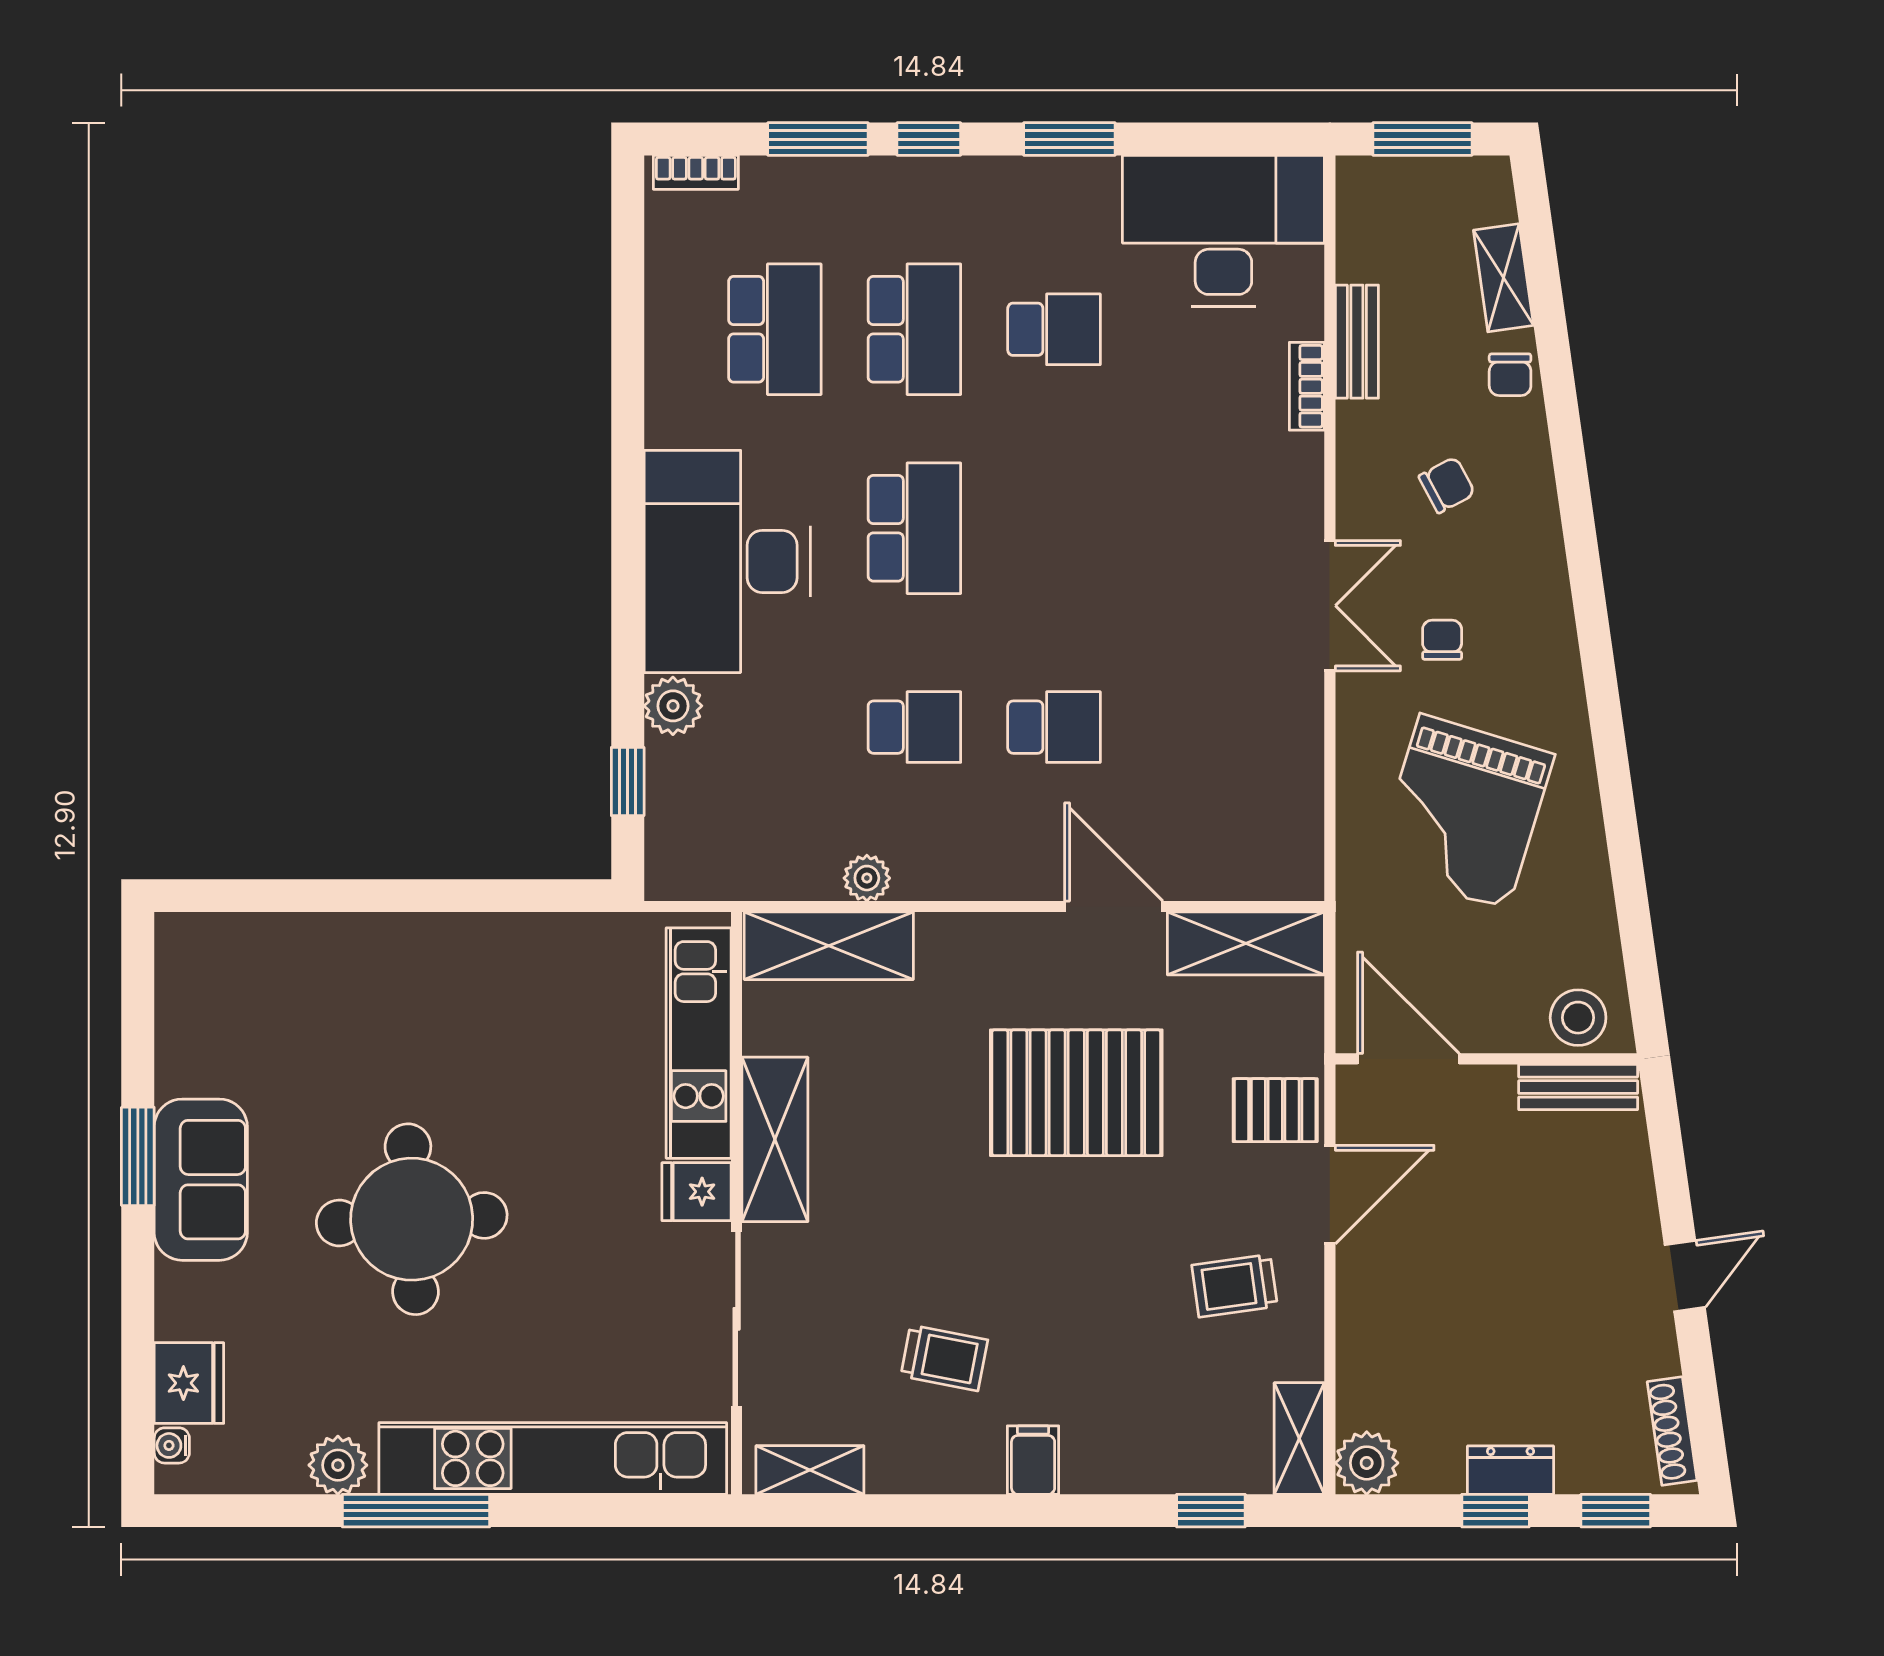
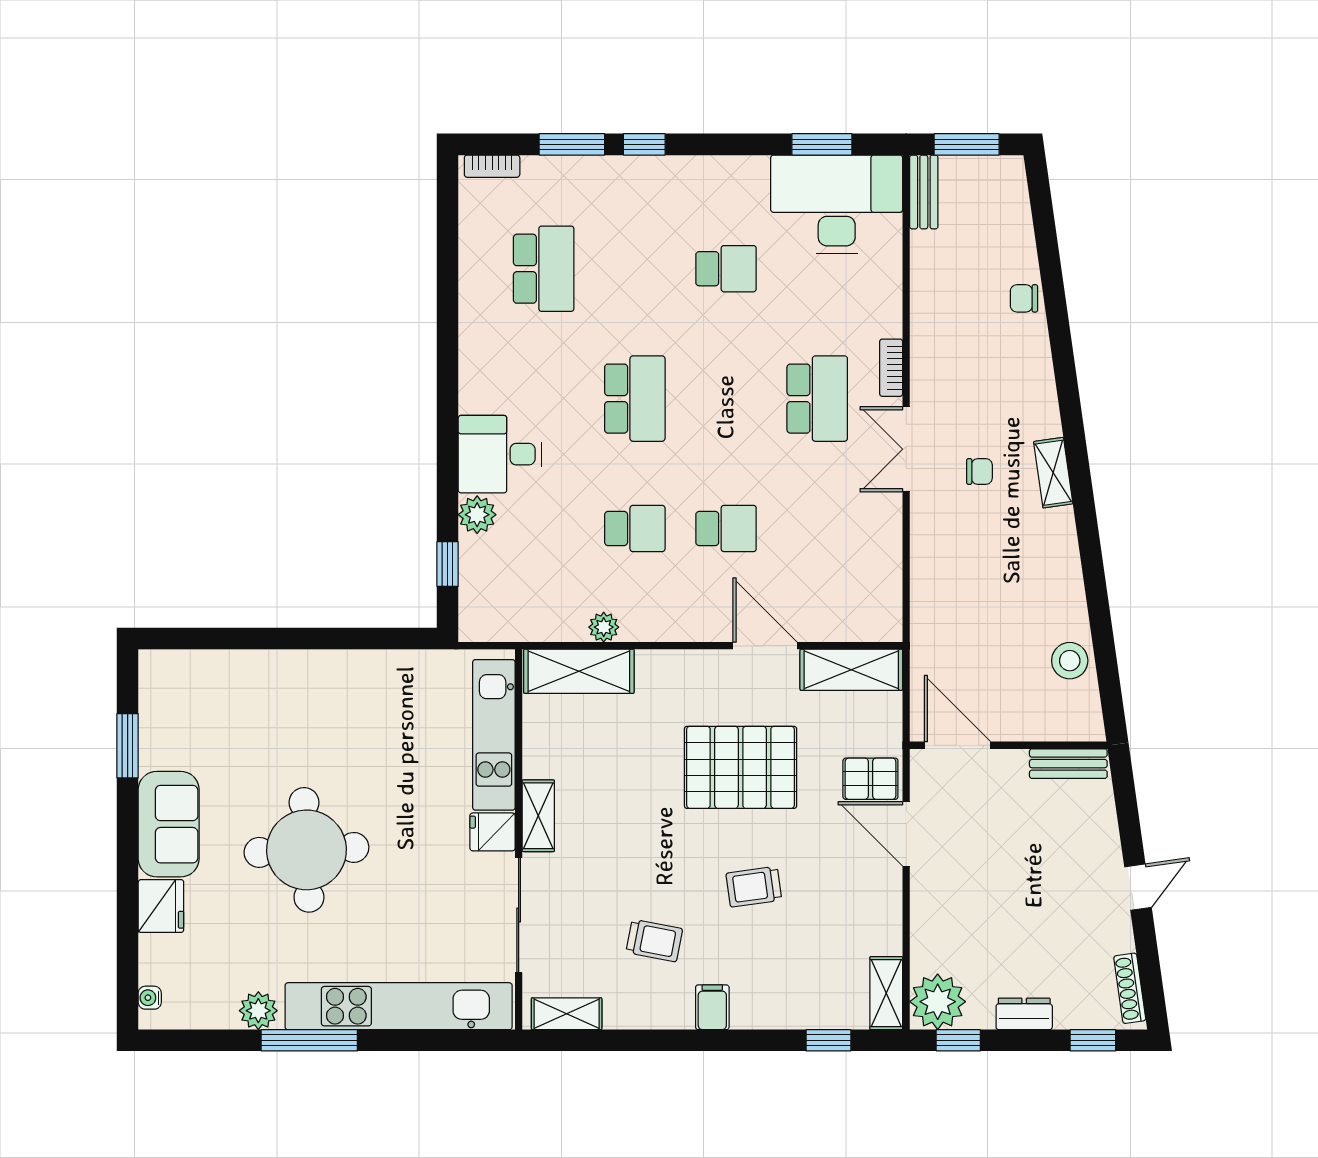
window: (1069, 139) -> (822, 144), moved
shelving: (1504, 278) -> (1053, 473), moved
school desk: (914, 329) -> (817, 399), moved
bench: (1357, 342) -> (924, 192), moved
chair: (1510, 375) -> (1024, 298), turned 90
bookcase: (1307, 386) -> (891, 368), moved
chair: (1447, 485) -> (983, 370), removed
desk: (727, 561) -> (500, 454), width x0.53, depth x0.77
double door: (1330, 606) -> (906, 449), swing flipped
chair: (1442, 640) -> (979, 471), turned 90
grand piano: (1464, 812) -> (994, 584), removed
stool: (1578, 1018) -> (1070, 661), moved
shelving: (775, 1139) -> (538, 816), width x0.67, depth x0.75
window: (138, 1156) -> (128, 746), moved
door: (1330, 1195) -> (906, 834), swing flipped
trolley: (1235, 1286) -> (754, 887), moved
fridge: (189, 1383) -> (161, 906), moved
plant: (1367, 1463) -> (938, 1002), width x1.36, depth x1.36
window: (1496, 1511) -> (958, 1040), moved

